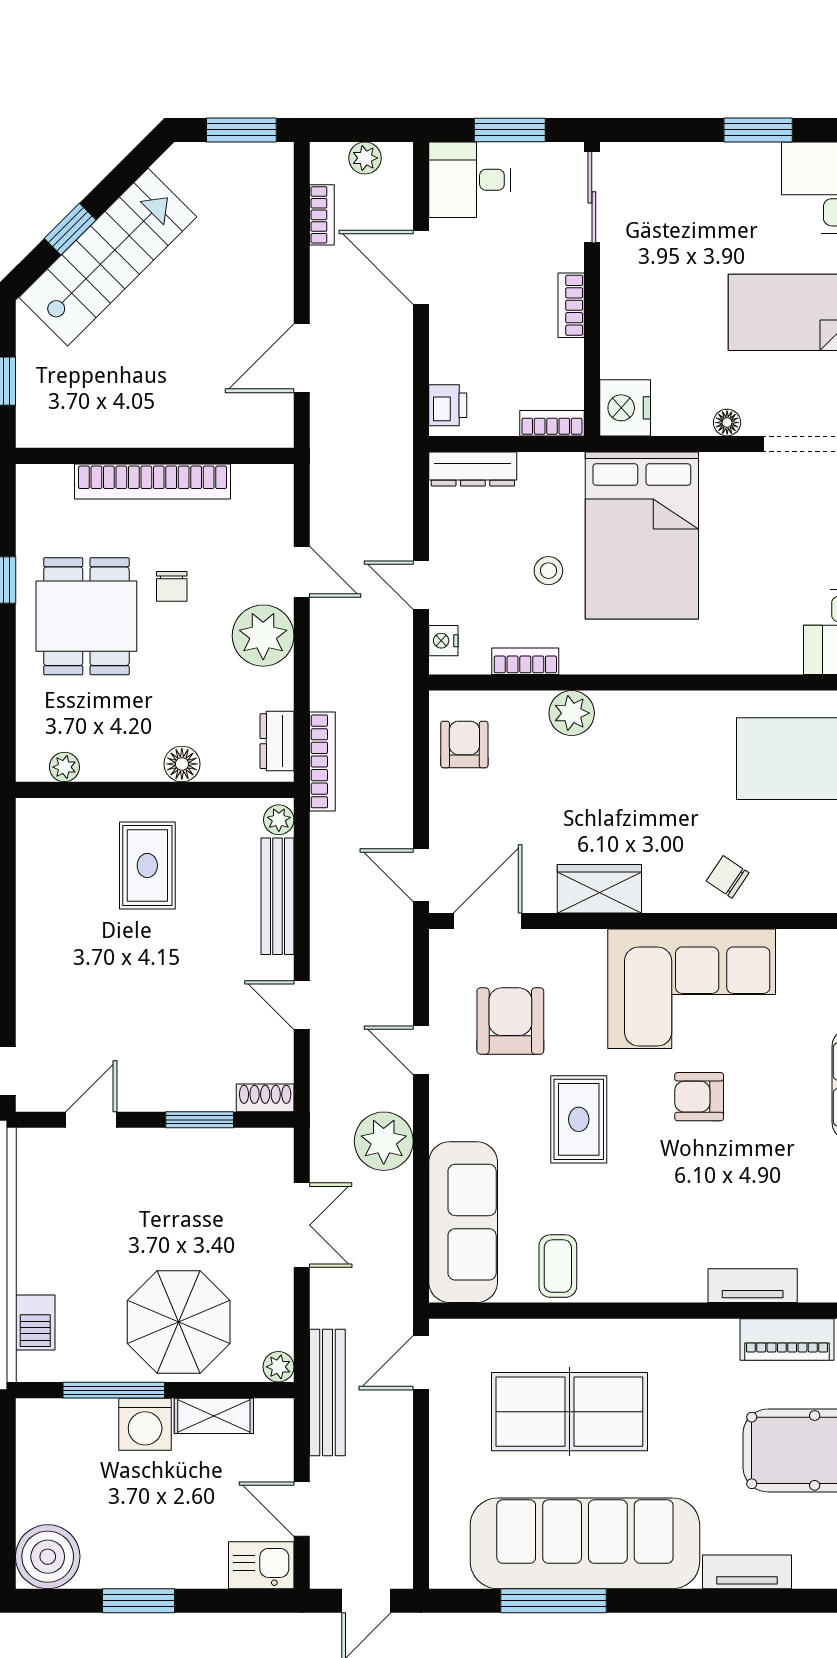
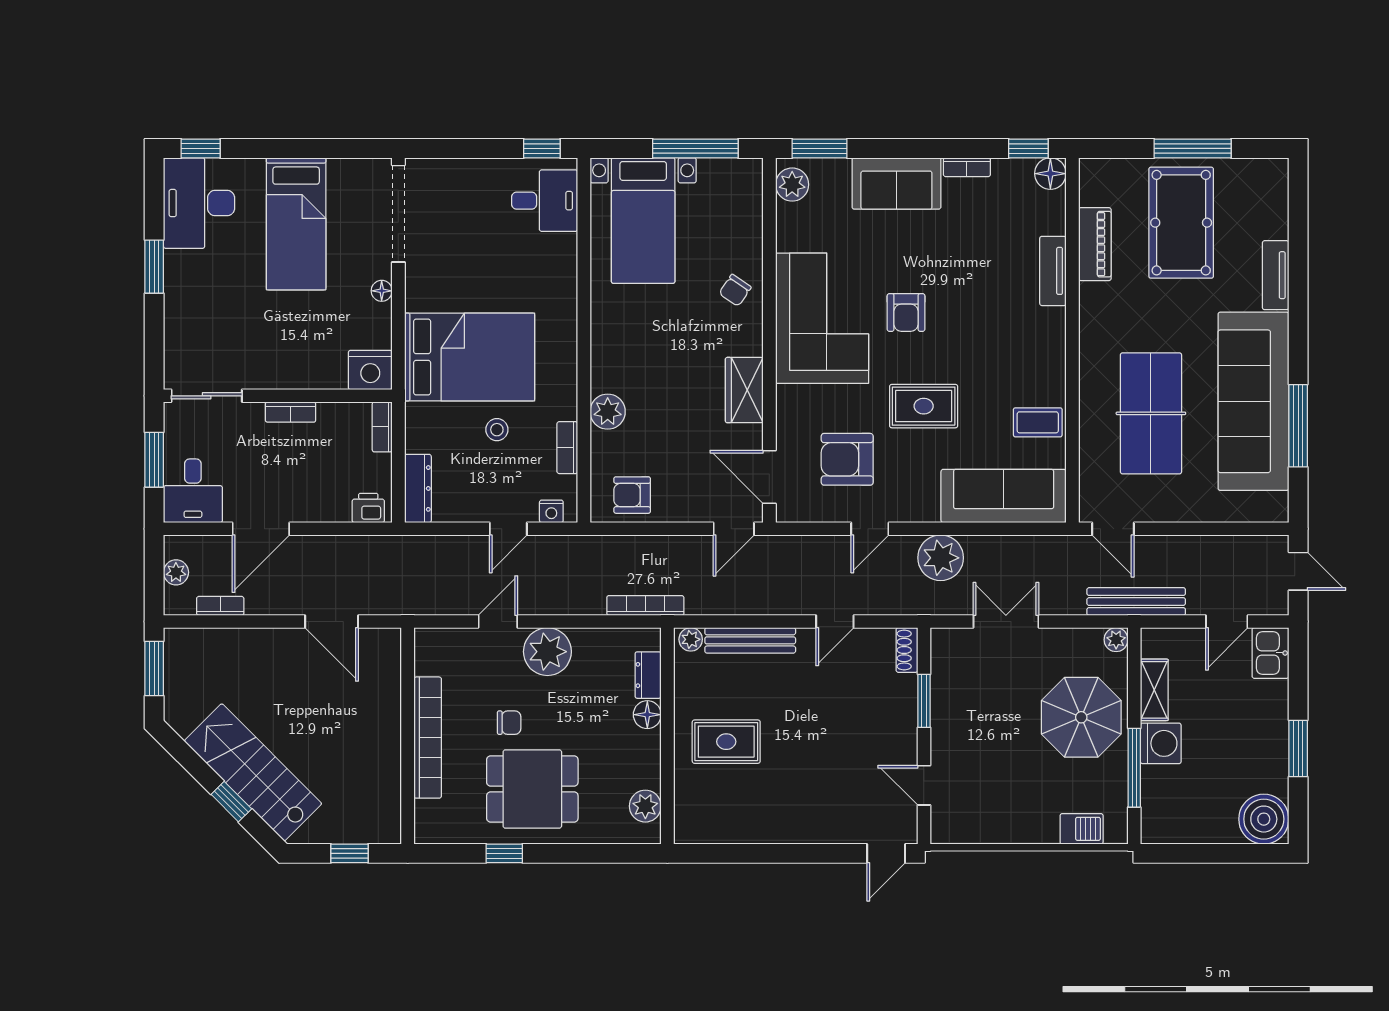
dresser: (277, 741) -> (648, 675), moved, turned 90
plant: (64, 767) -> (645, 806), width x1.38, depth x1.38

